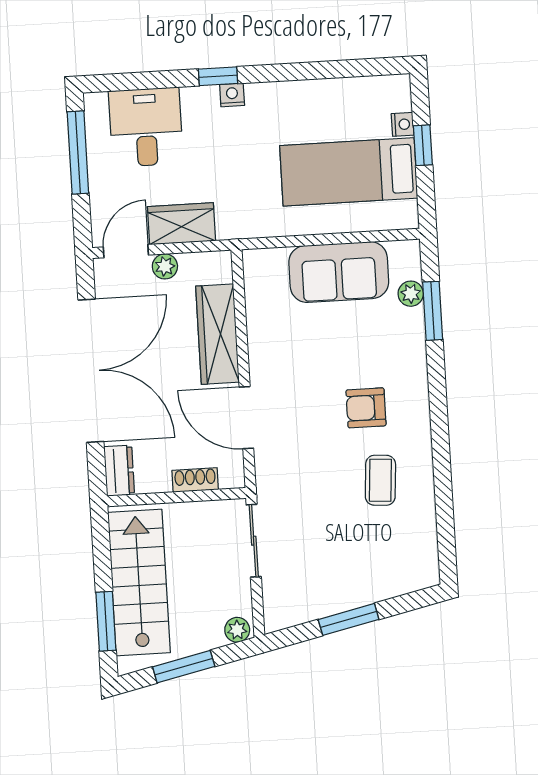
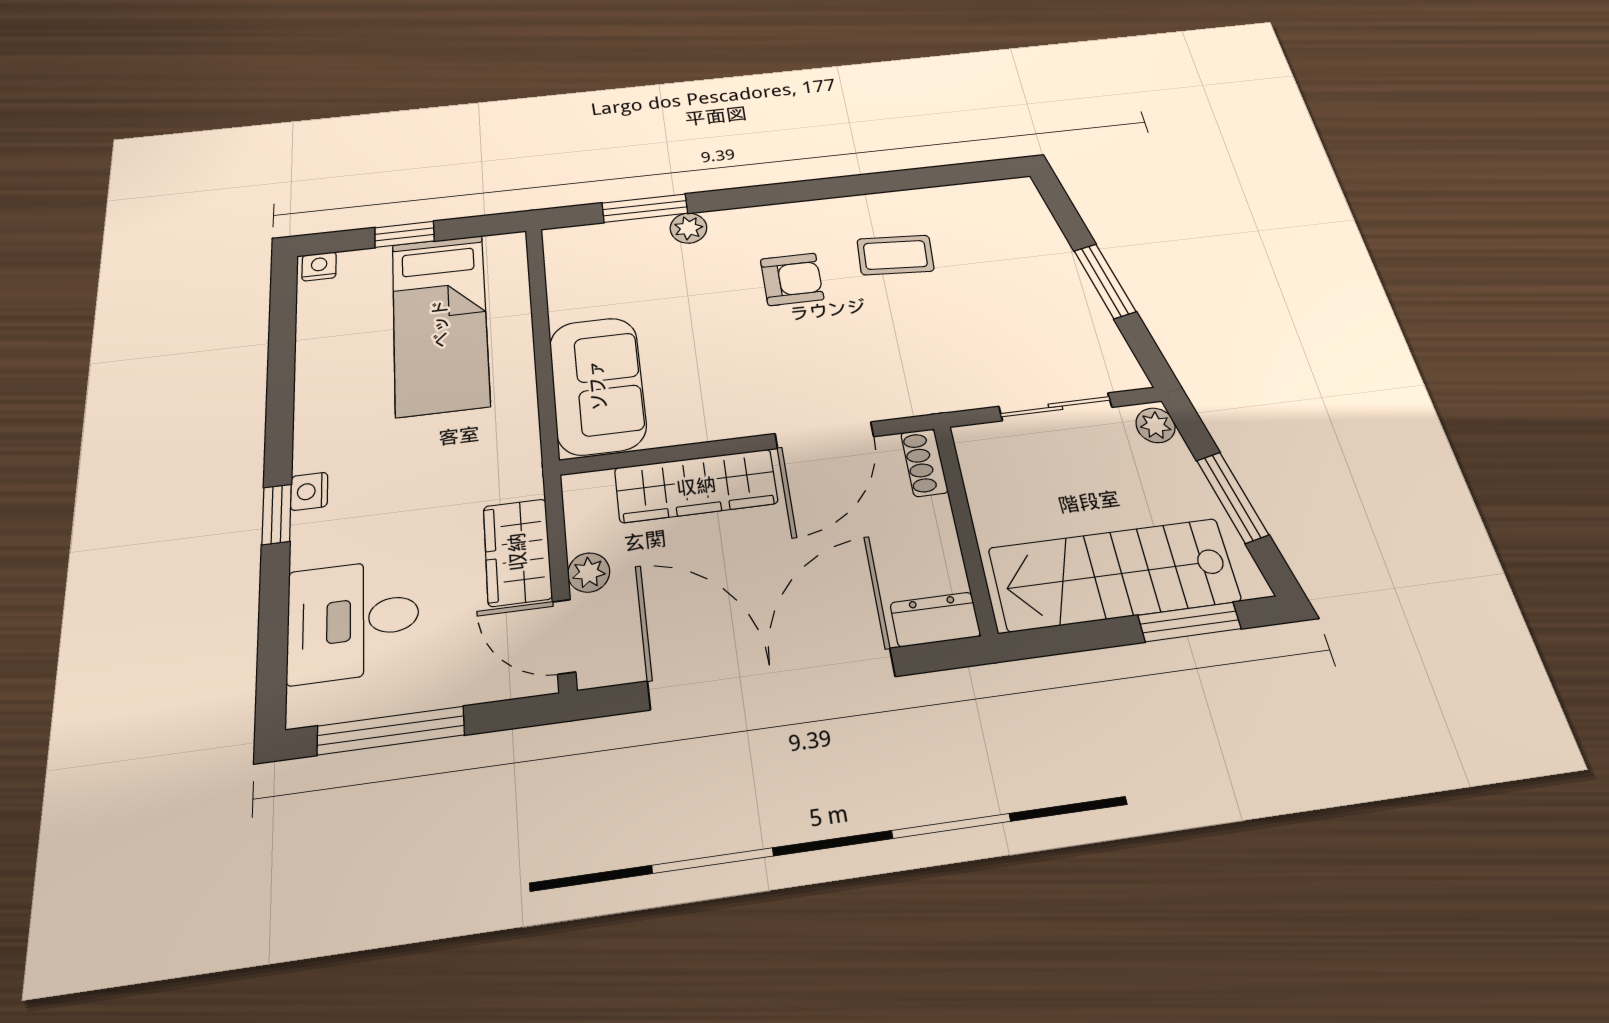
nightstand: (403, 124) -> (319, 266), moved
sofa: (339, 272) -> (597, 385), moved
plant: (411, 294) -> (688, 228), moved
armchair: (366, 408) -> (792, 279), turned -90
shoe rack: (195, 480) -> (924, 463), moved
sliding door: (254, 541) -> (1055, 407), moved

